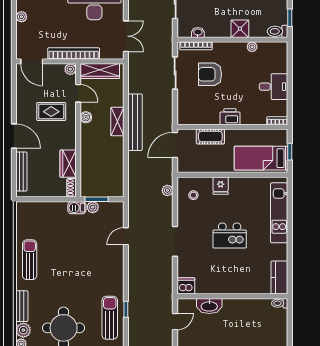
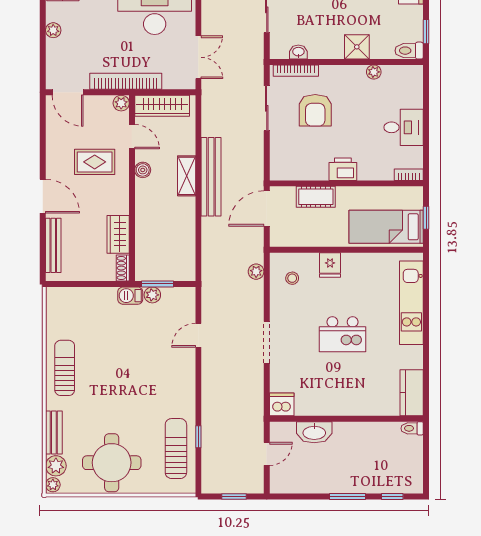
armchair: (210, 74) -> (315, 110), turned -90

